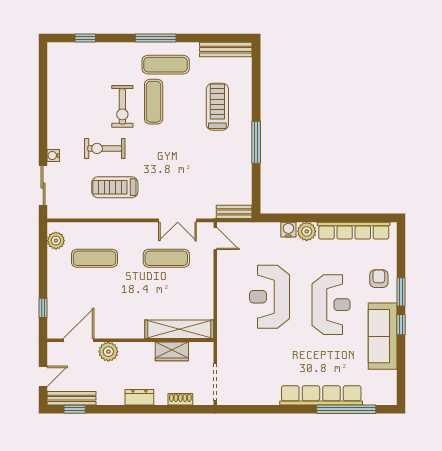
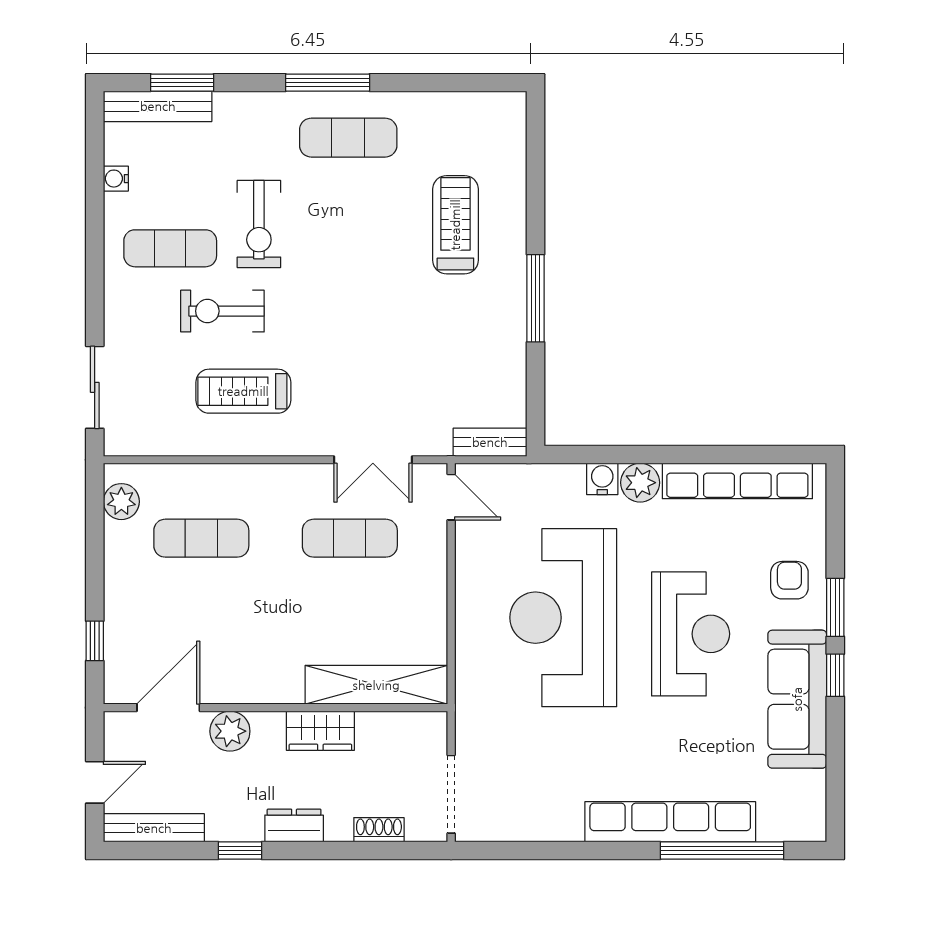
window: (85, 38) -> (182, 83), width x1.50
bench: (226, 50) -> (158, 106), moved
exercise mat: (154, 102) -> (170, 248), moved, turned 90
water cooler: (53, 155) -> (116, 179), moved
reception desk: (270, 297) -> (563, 618), width x1.36, depth x1.30
wardrobe: (172, 351) -> (320, 731), moved
window: (75, 409) -> (240, 851), moved

